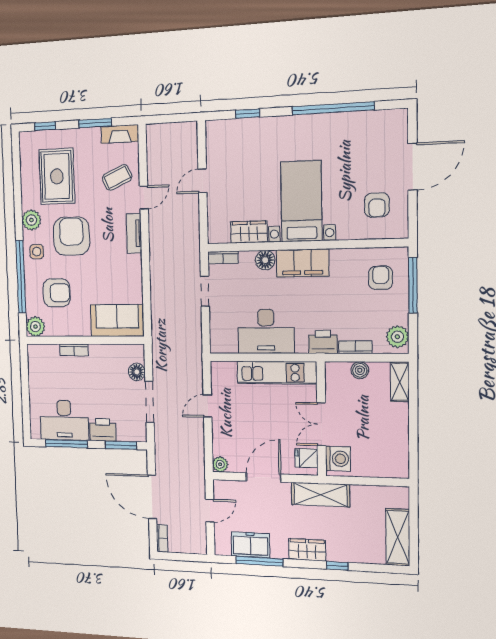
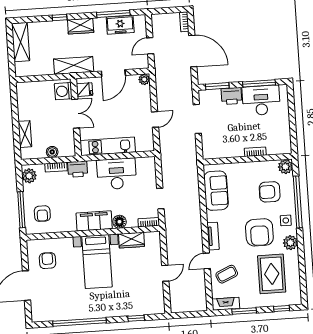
sofa: (117, 320) -> (216, 191), moved, turned -90
floor lamp: (137, 372) -> (207, 139), removed
shelving: (400, 382) -> (25, 134), moved

